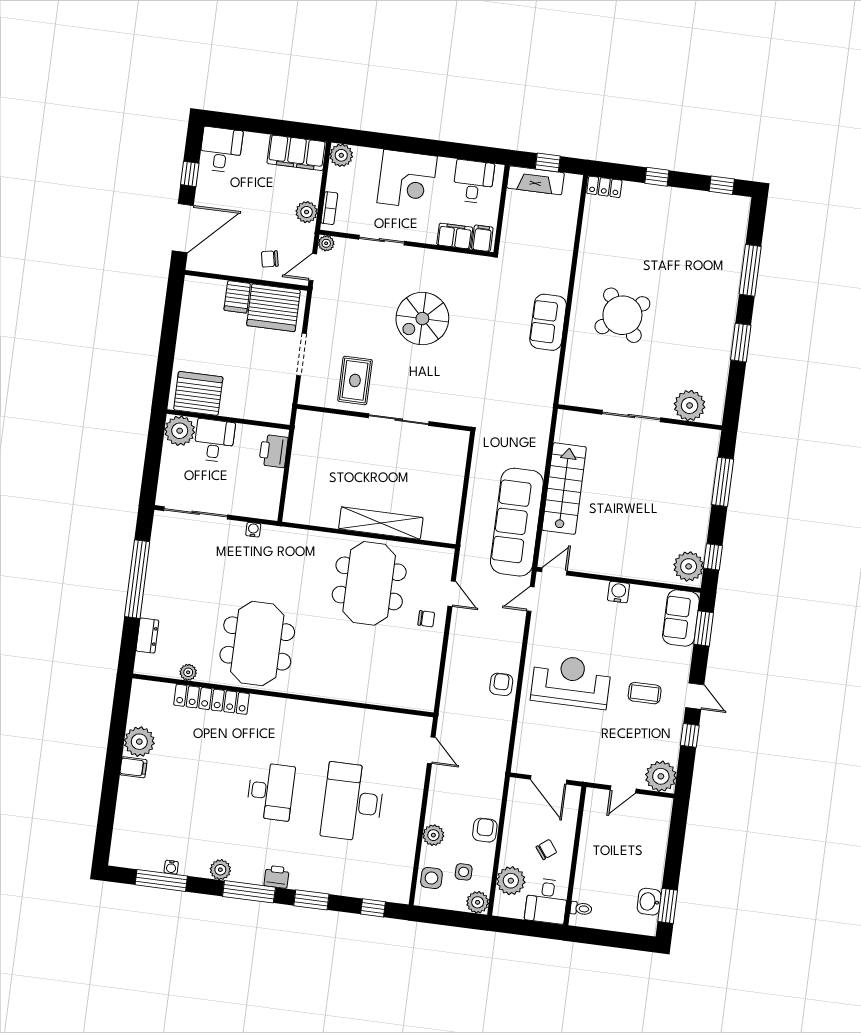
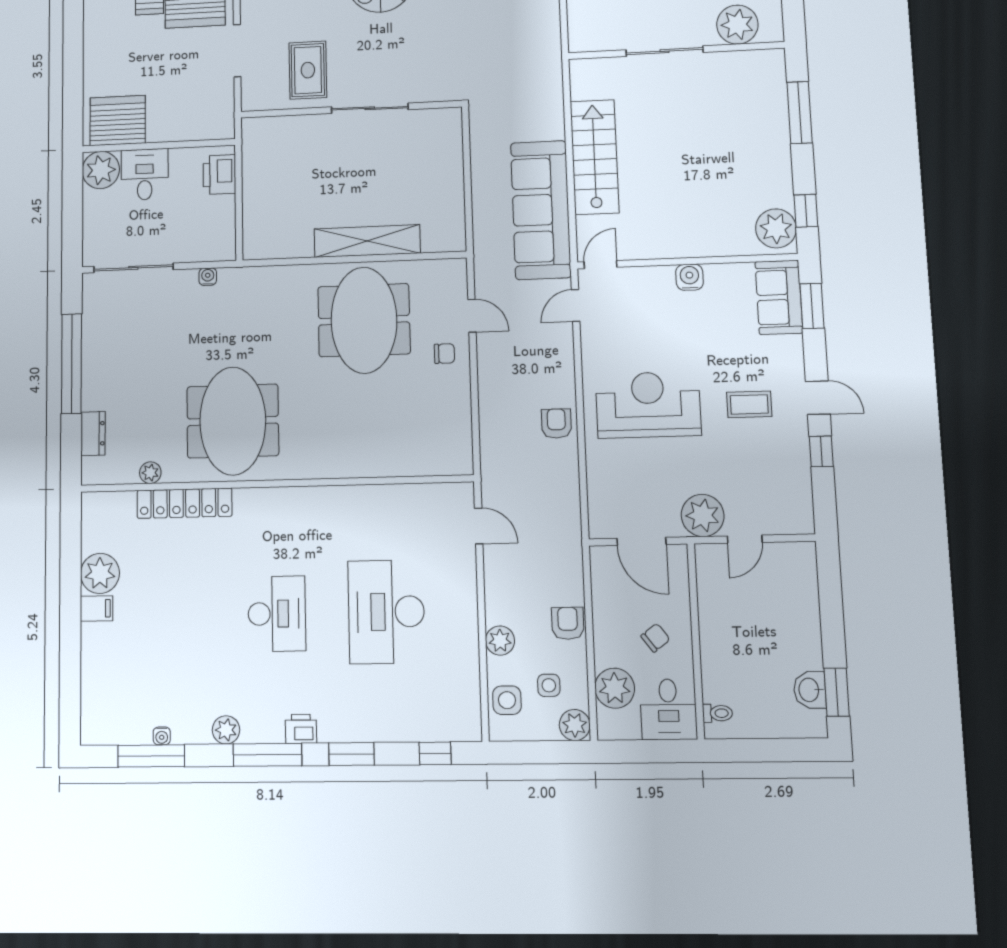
plant: (661, 776) -> (703, 515), moved

